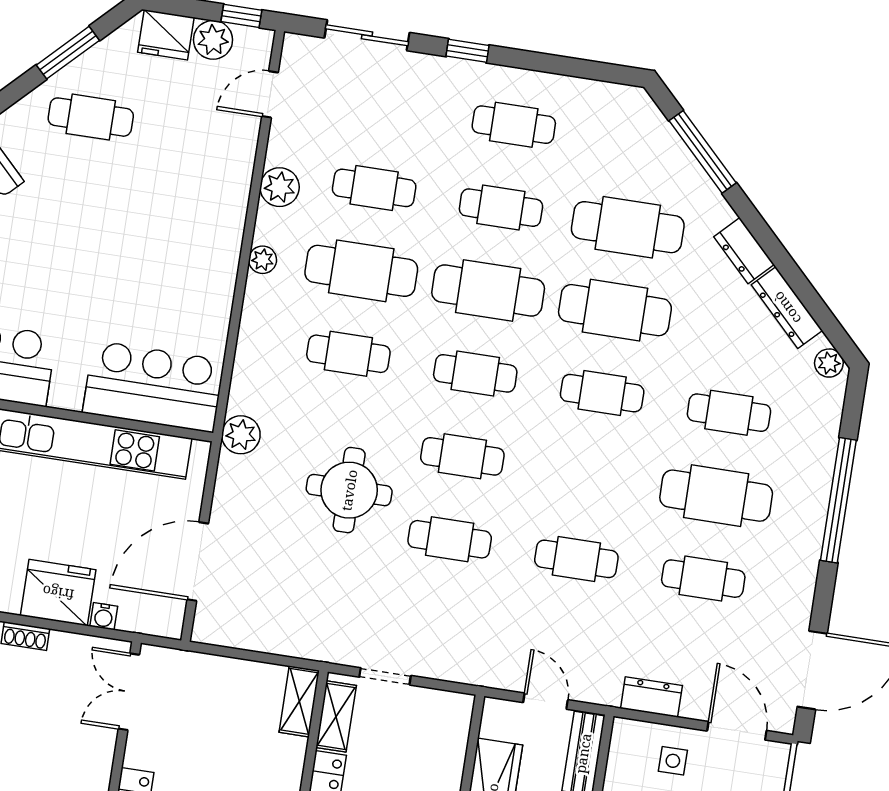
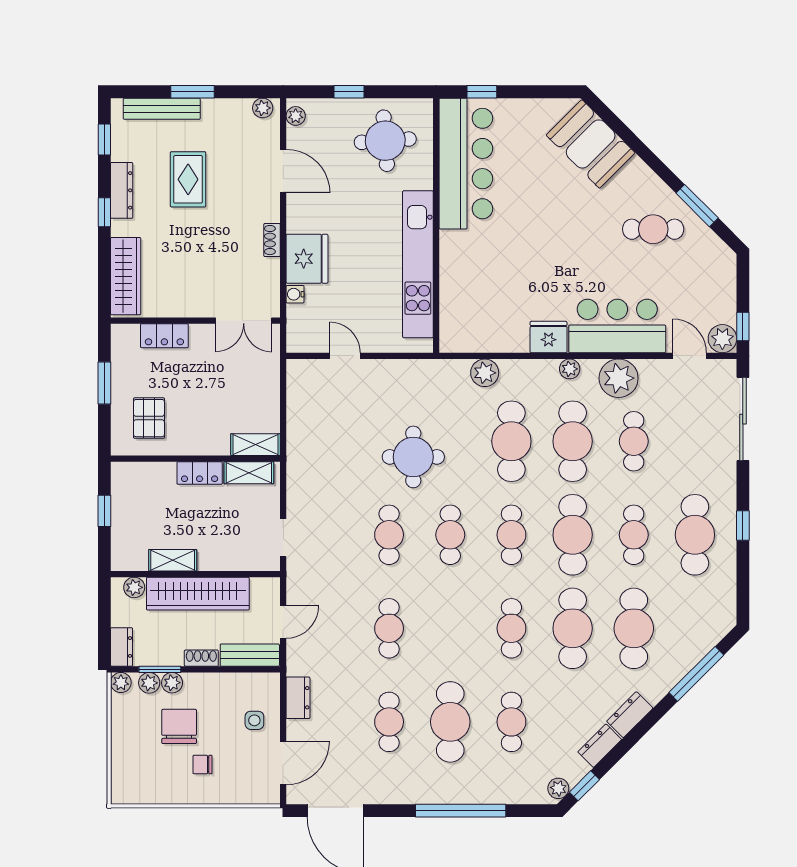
fridge: (166, 35) -> (549, 337), moved, turned 90
sliding door: (367, 35) -> (743, 419), width x1.37
plant: (213, 40) -> (722, 339), moved
window: (468, 51) -> (743, 526), moved
cafe table: (91, 117) -> (653, 229), turned 90
cafe table: (514, 125) -> (695, 535), width x1.37, depth x1.35
plant: (280, 187) -> (619, 378), width x1.36, depth x1.36
dresser: (787, 308) -> (600, 746), width x0.70
window: (831, 327) -> (584, 786), added
cafe table: (348, 354) -> (511, 441), width x1.37, depth x1.35
bar counter: (153, 387) -> (617, 326), moved, turned -90
plant: (241, 435) -> (485, 373), moved
door: (198, 561) -> (345, 356), width x0.53
doorway: (385, 676) -> (283, 538), moved
double door: (129, 692) -> (244, 321), swing flipped

